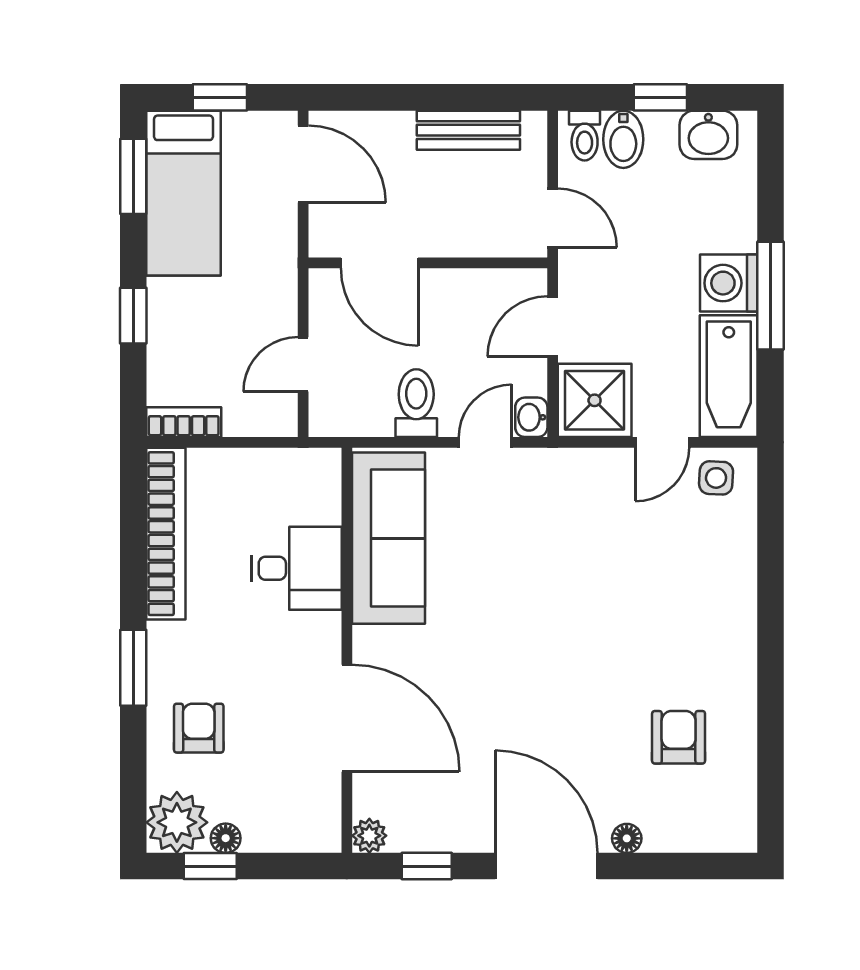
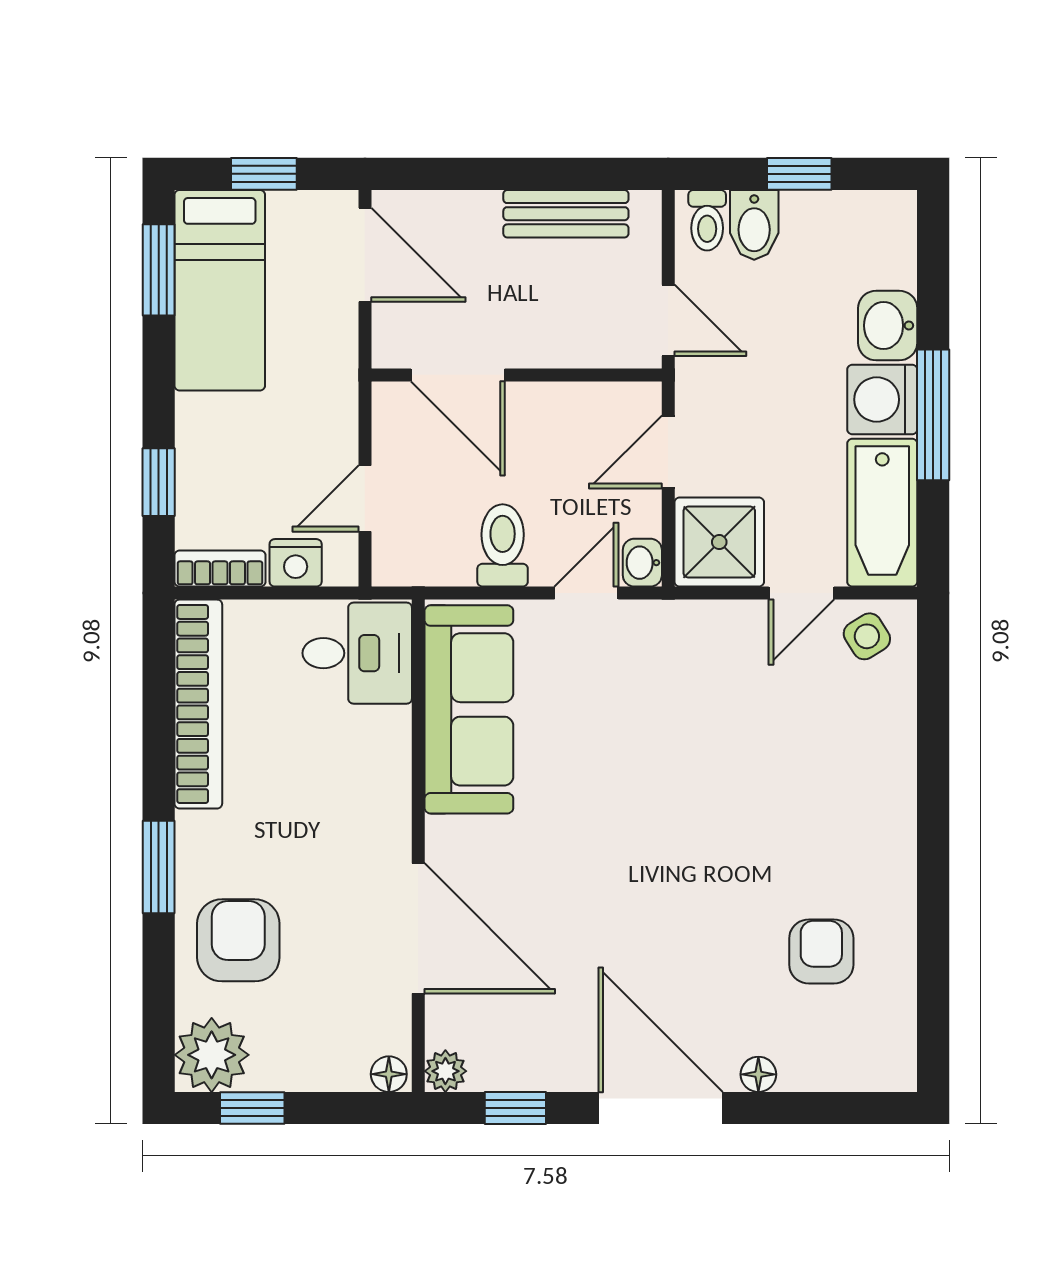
washbasin: (708, 135) -> (888, 326), moved, turned 90
window: (133, 316) -> (159, 482), moved
nightstand: (246, 417) -> (296, 563), added
side table: (716, 478) -> (867, 636), turned -35
desk: (297, 568) -> (357, 653), moved
armchair: (199, 728) -> (238, 940), width x1.38, depth x1.38
floor lamp: (226, 838) -> (389, 1074), moved

